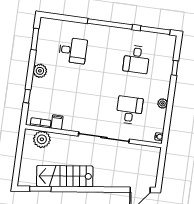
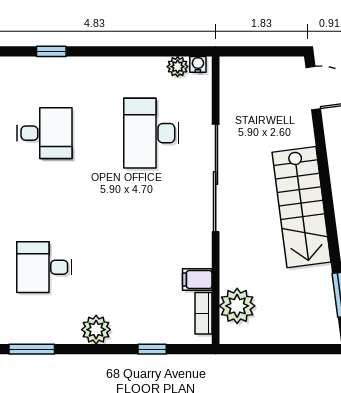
desk: (73, 50) -> (44, 267), turned -90
plant: (163, 103) -> (178, 67), moved
desk: (129, 110) -> (151, 133), width x1.37
stairs: (65, 176) -> (301, 207), moved

